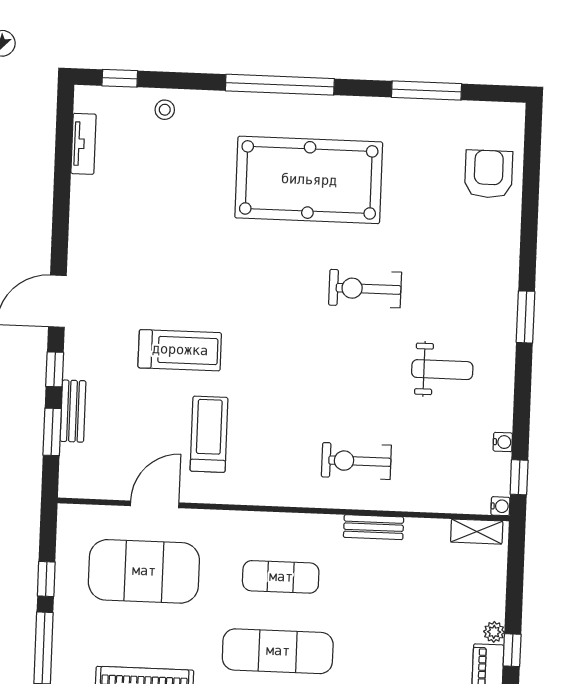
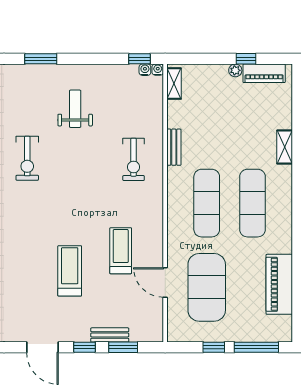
treadmill: (209, 434) -> (121, 251), turned 90
water cooler: (503, 442) -> (145, 70), moved
exercise mat: (281, 577) -> (207, 203), width x1.36, depth x1.45

